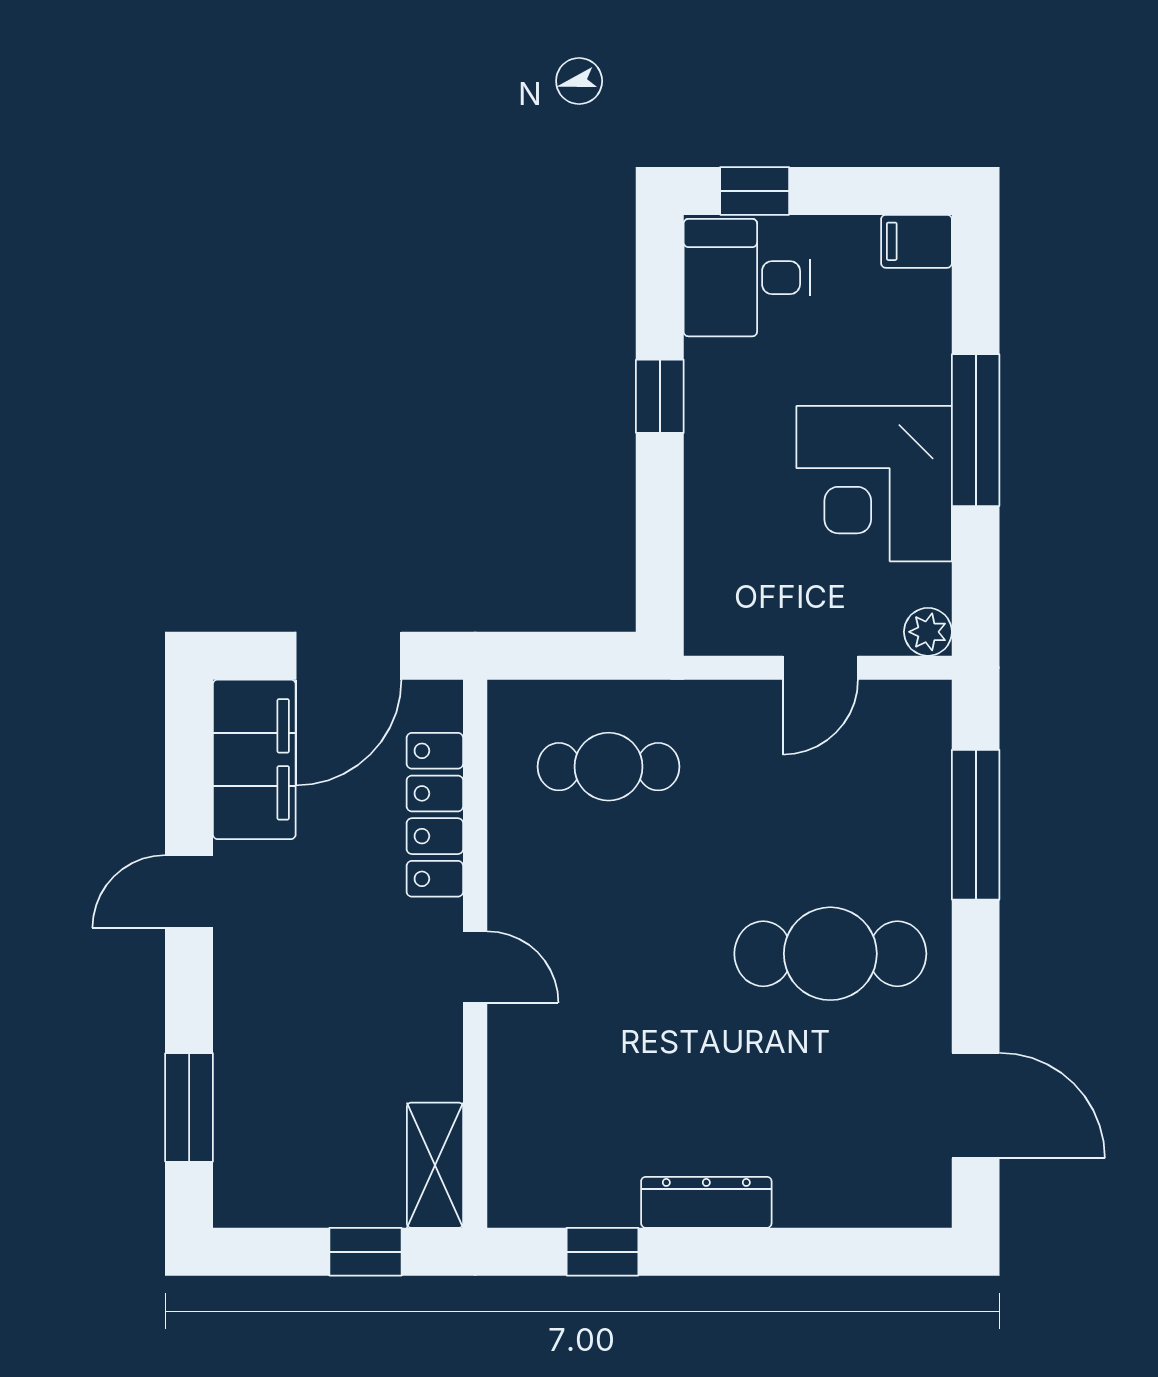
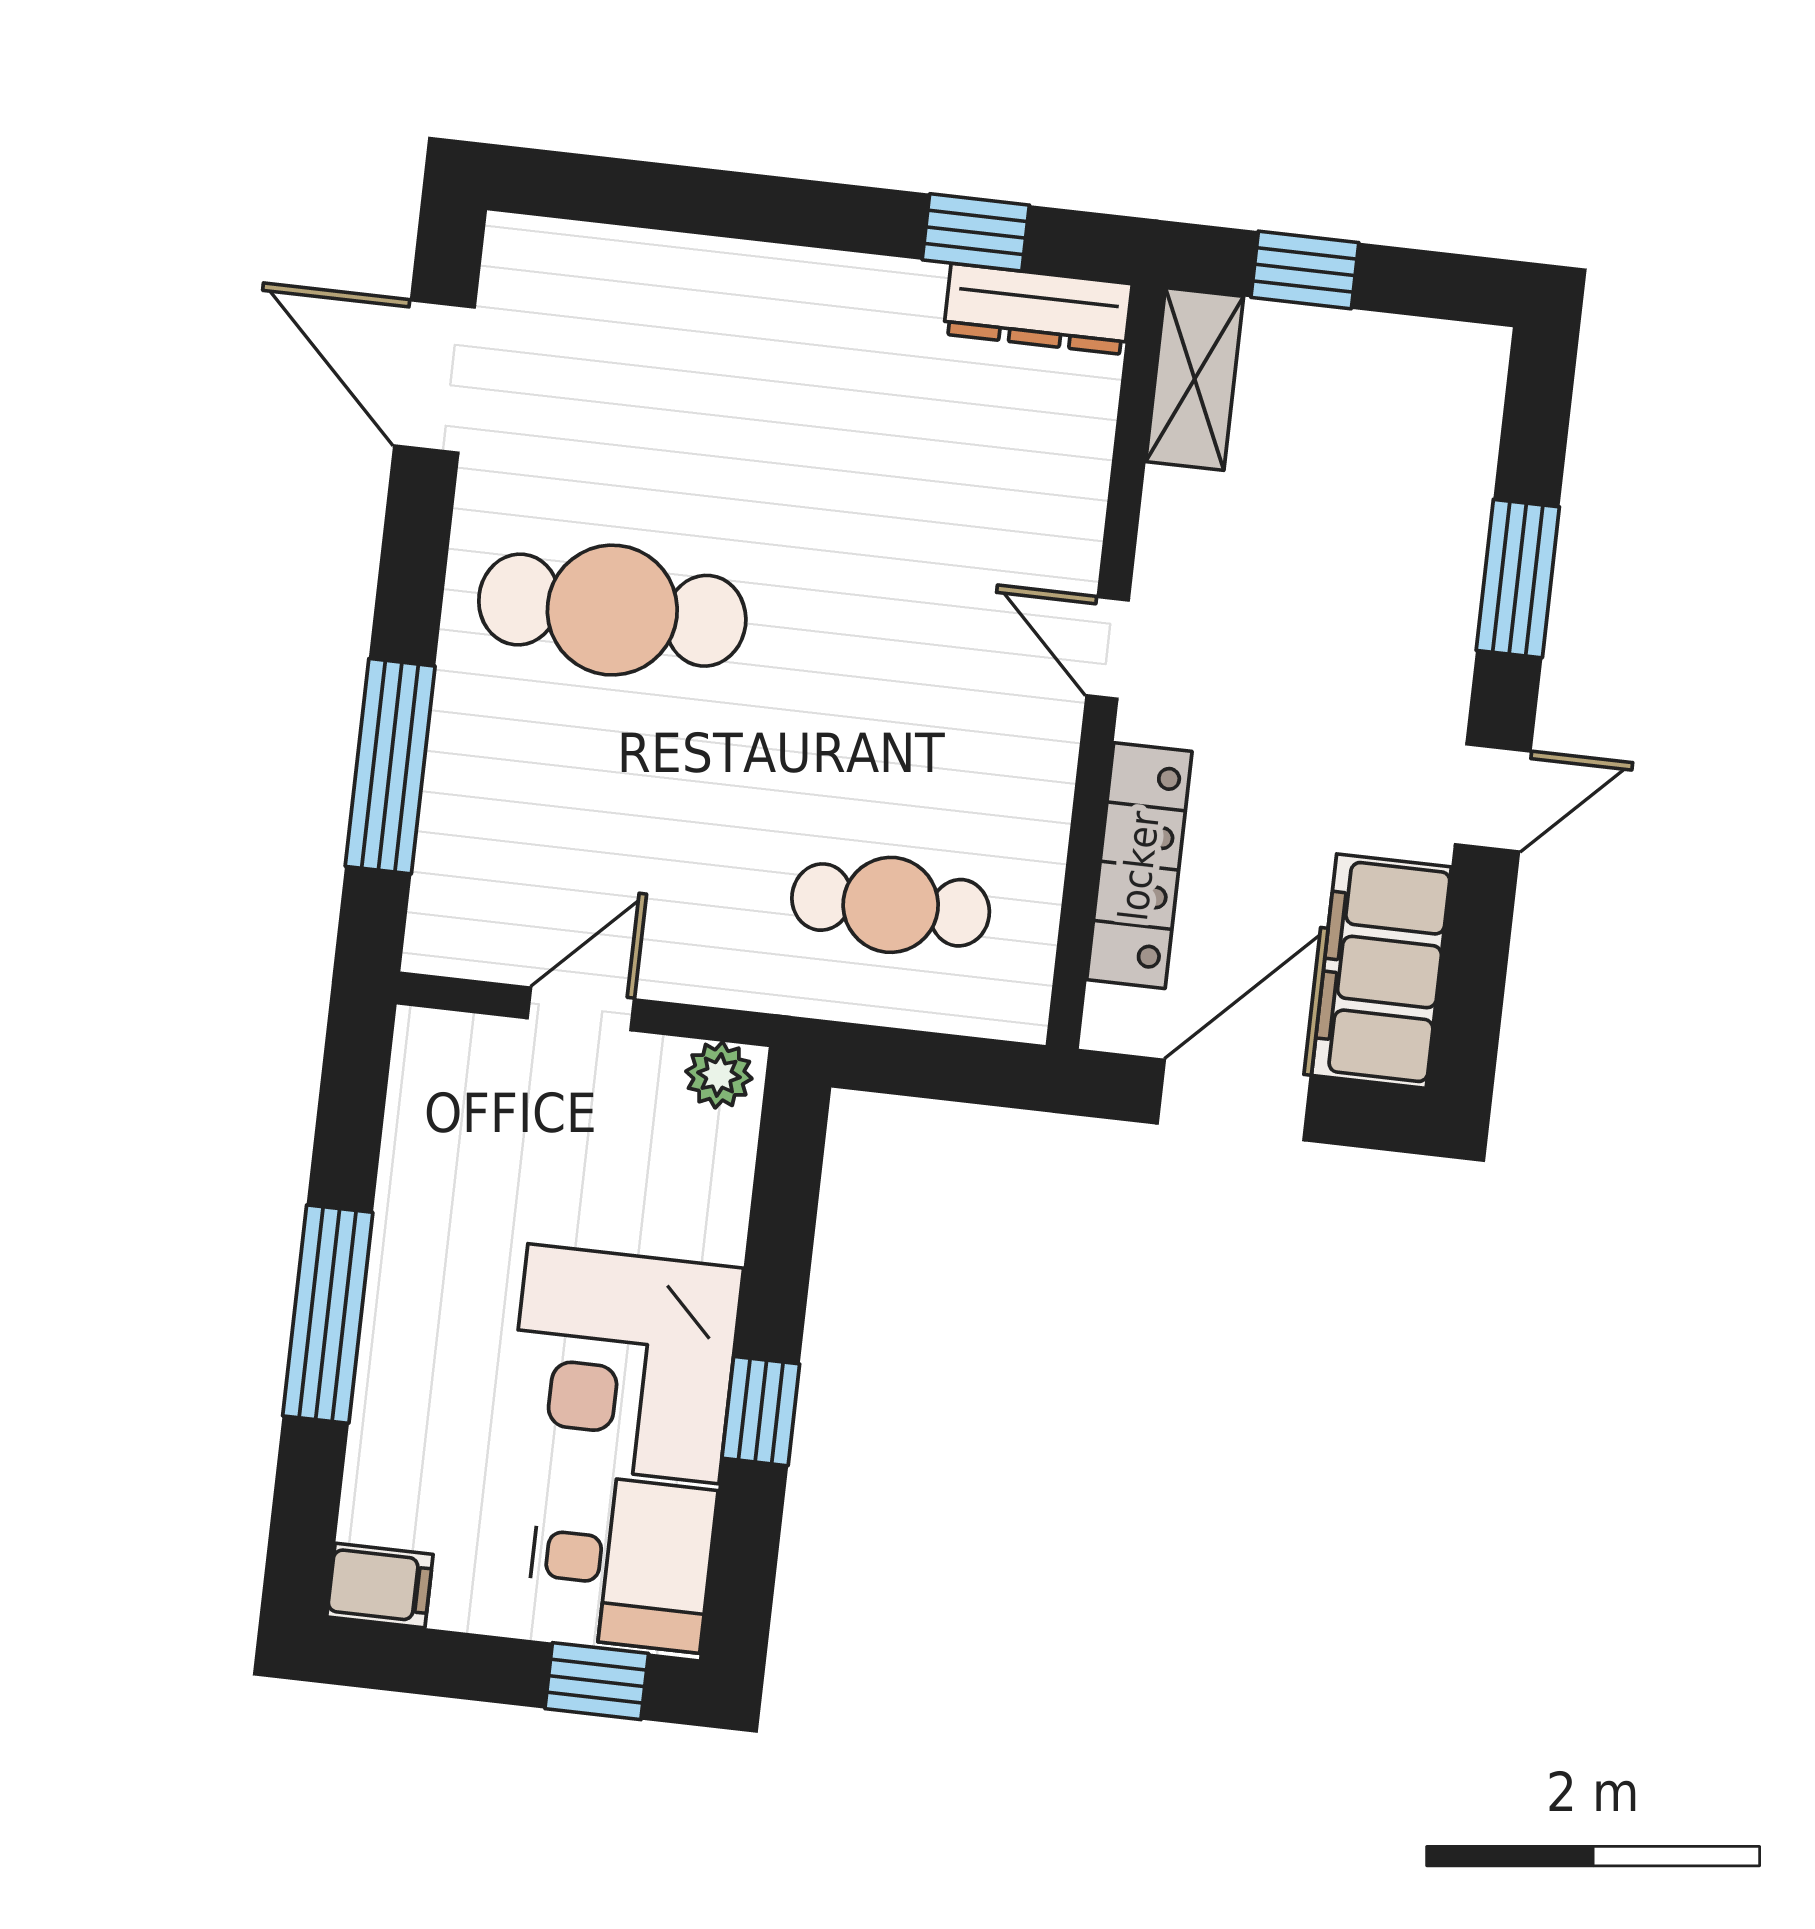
corner desk: (874, 484) -> (623, 1364), moved, turned 180
plant: (928, 632) -> (719, 1075), moved
window: (189, 1107) -> (1518, 579), moved
dresser: (706, 1202) -> (1038, 309), moved

